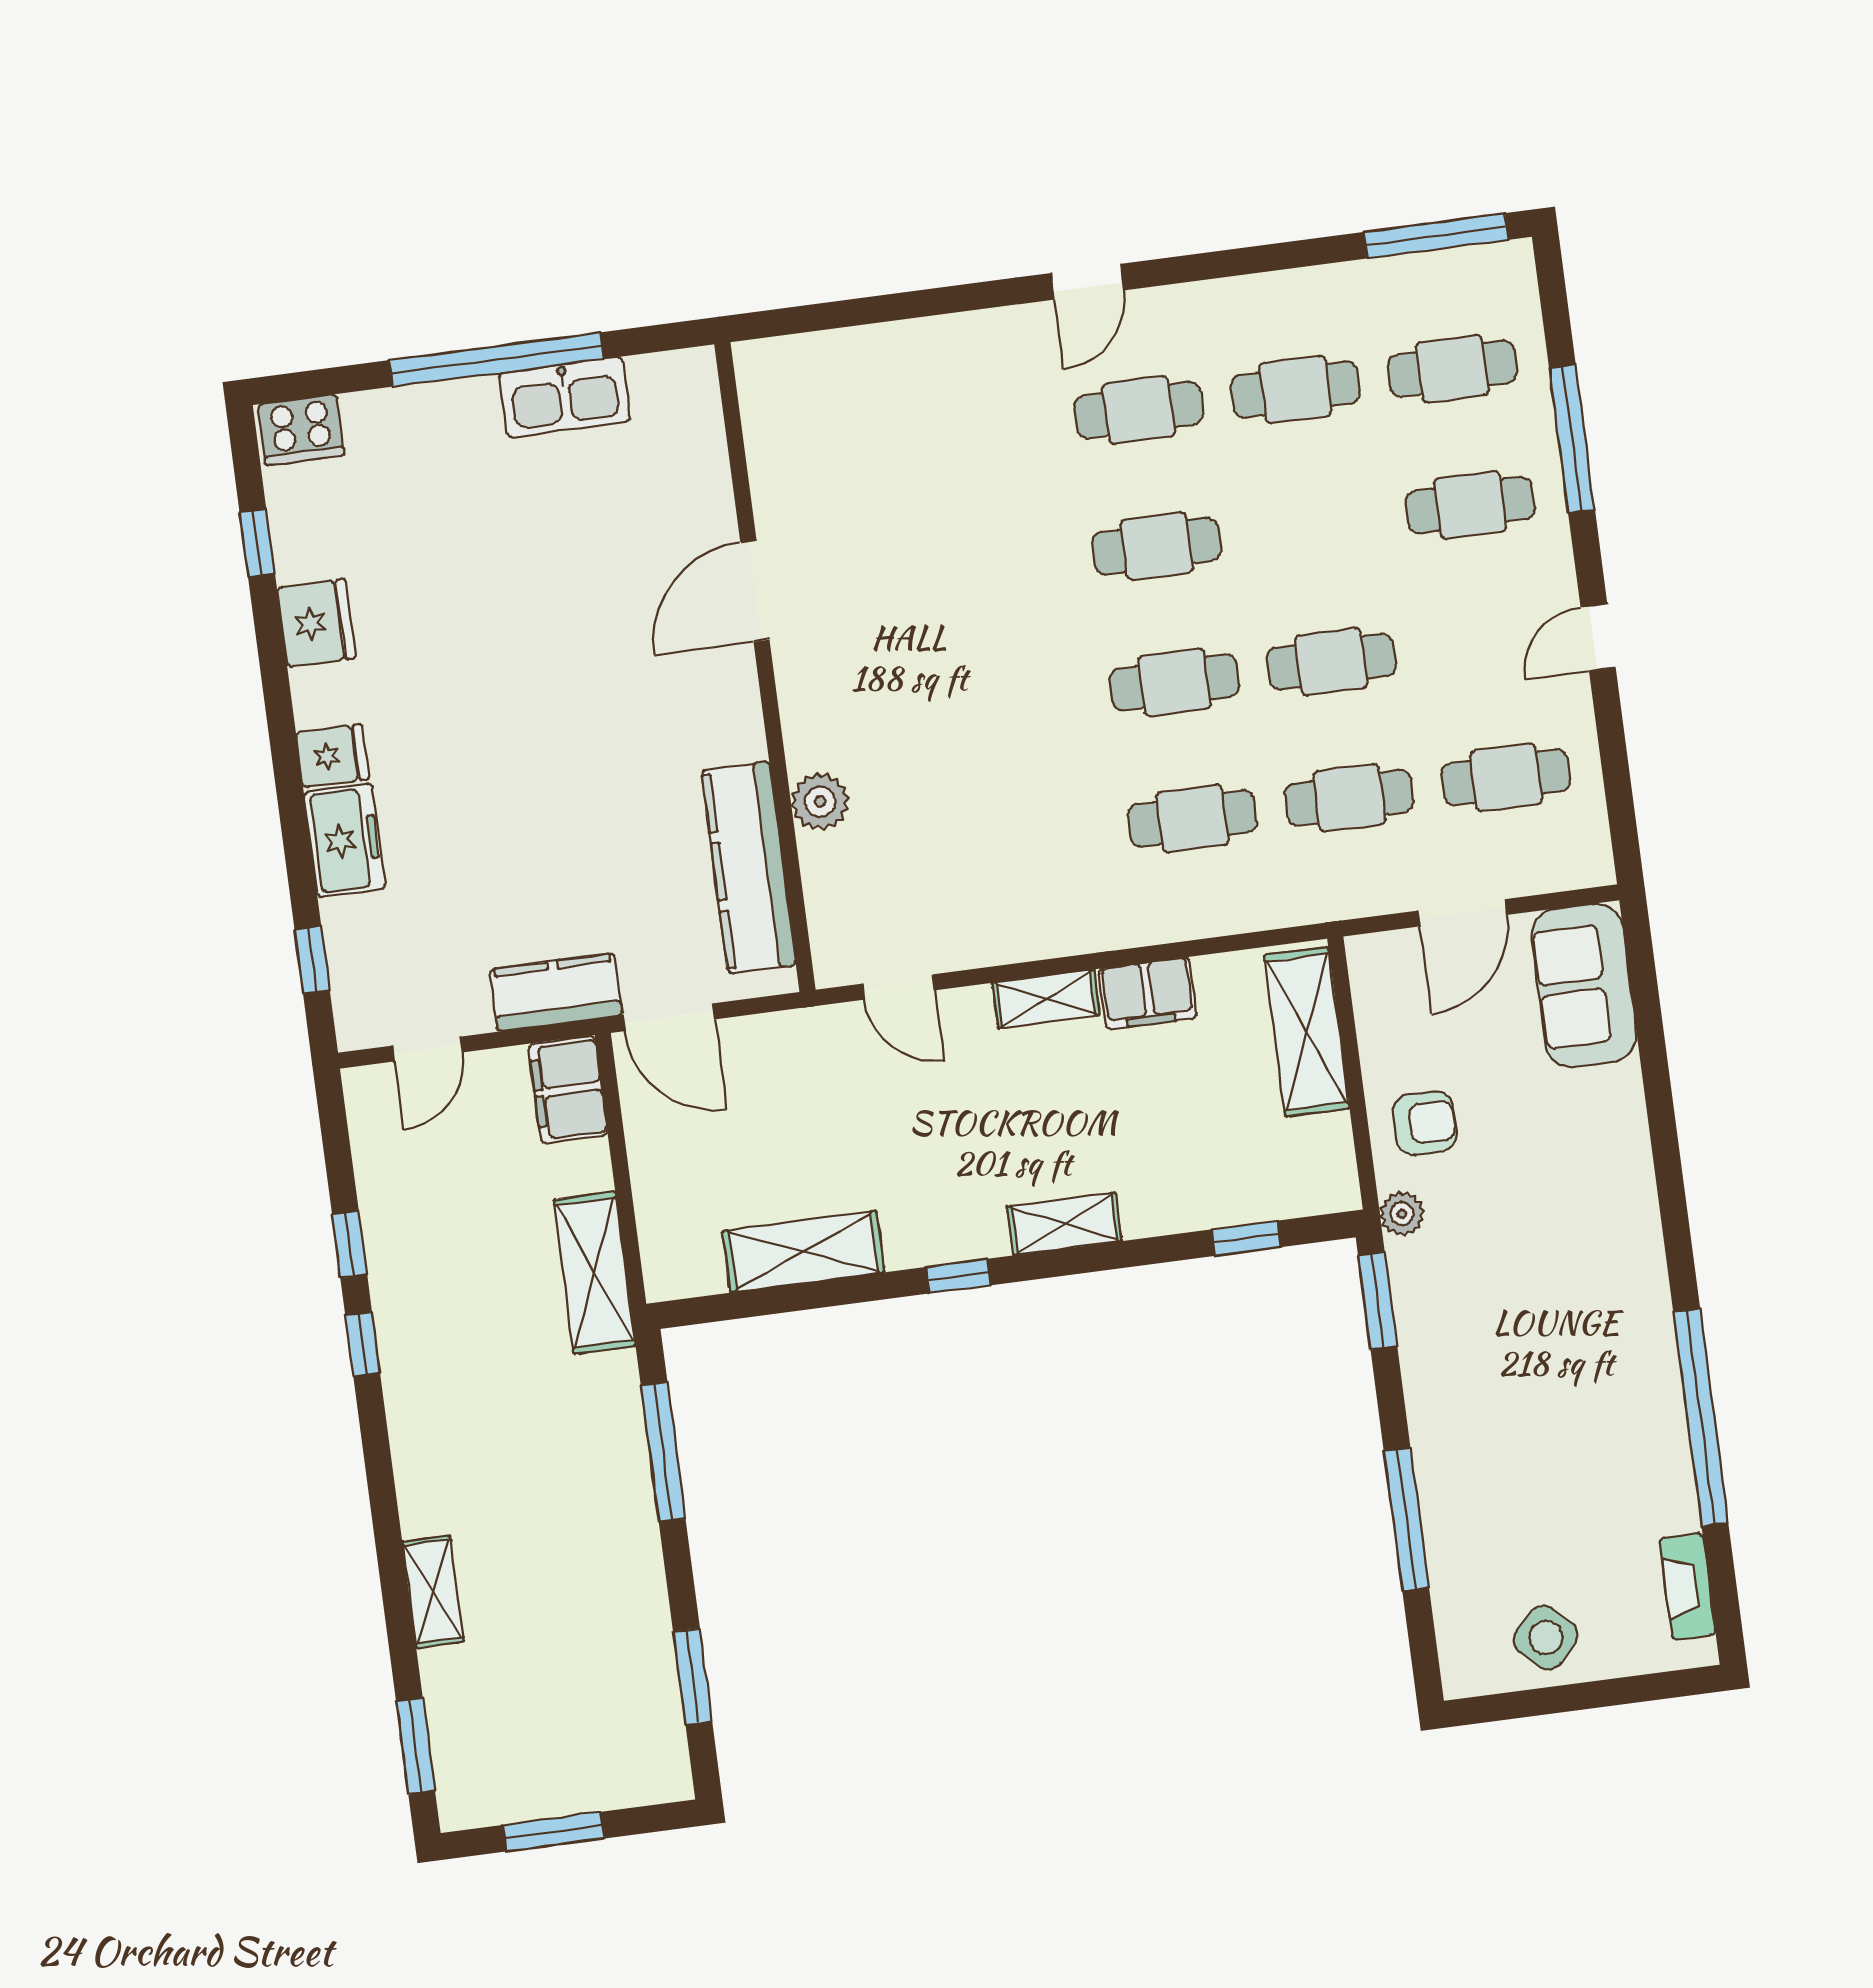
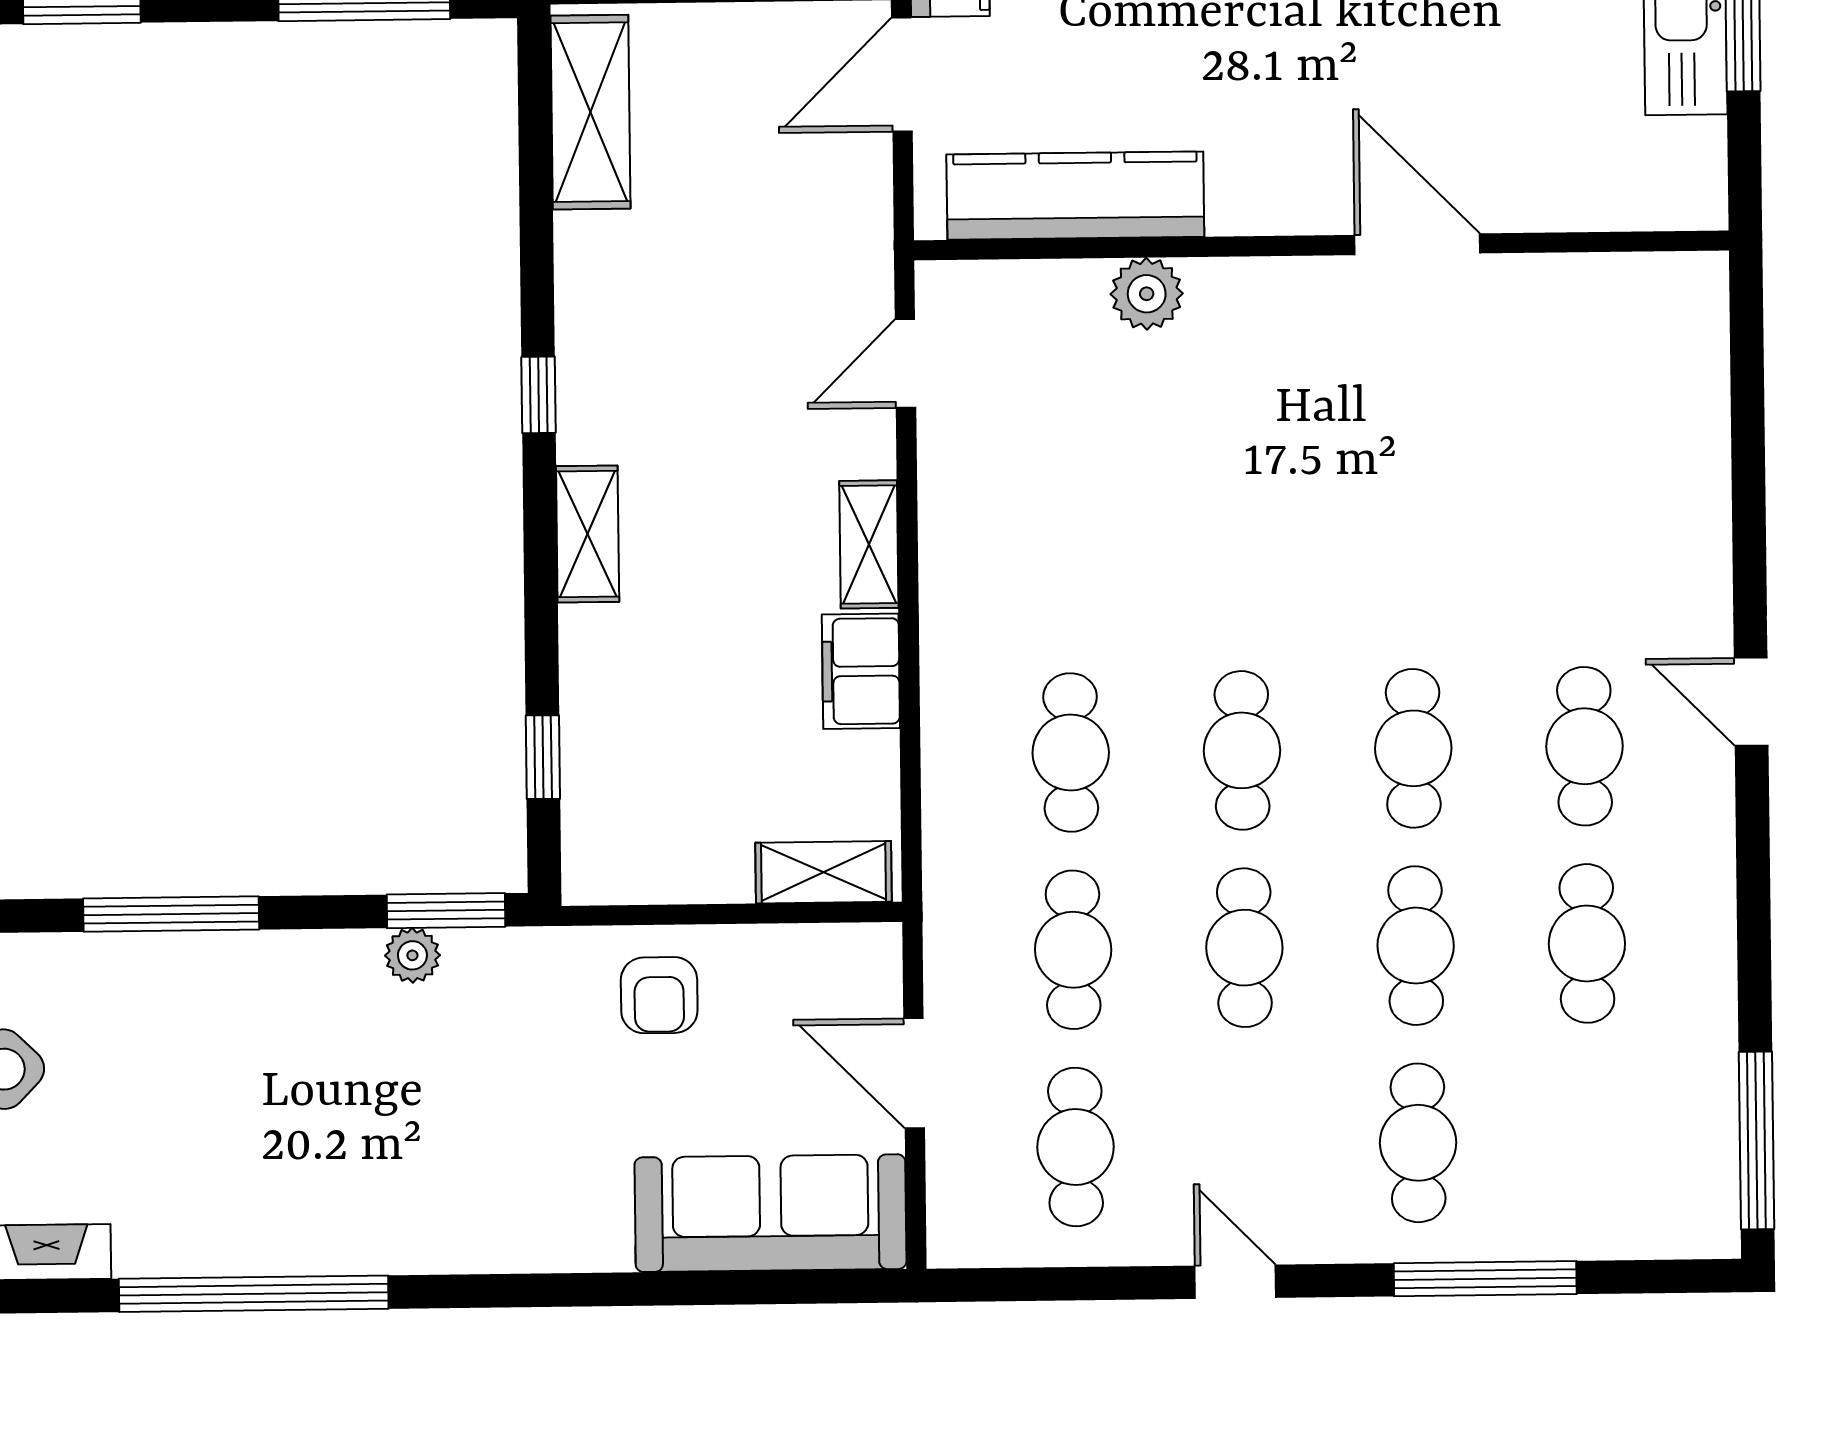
cafe table: (1452, 369) -> (1416, 946), moved
sofa: (1584, 985) -> (770, 1213), width x1.36
shelving: (1307, 1032) -> (824, 872), width x0.67, depth x0.75
plant: (1402, 1214) -> (412, 955), moved
shelving: (803, 1252) -> (591, 112), moved

